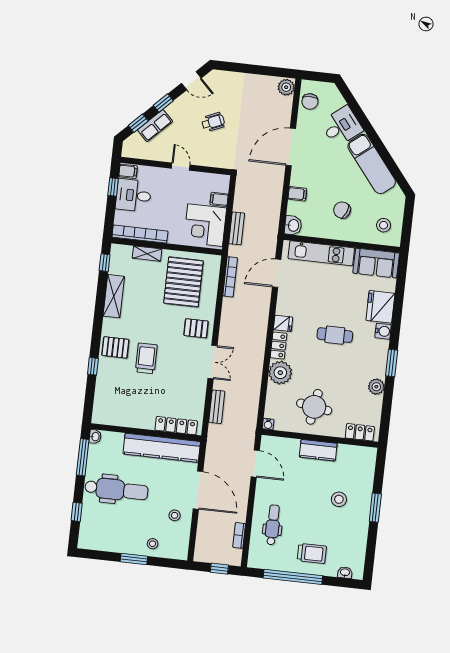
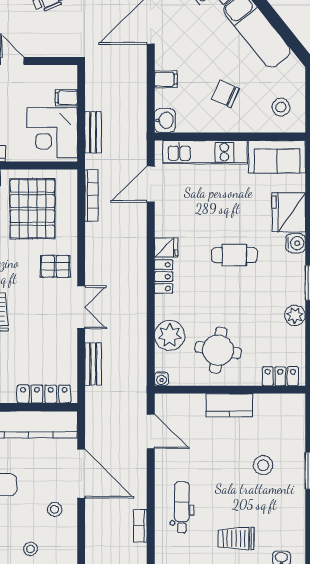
plant: (280, 373) -> (170, 335), moved
trolley: (312, 553) -> (236, 539), turned 180

